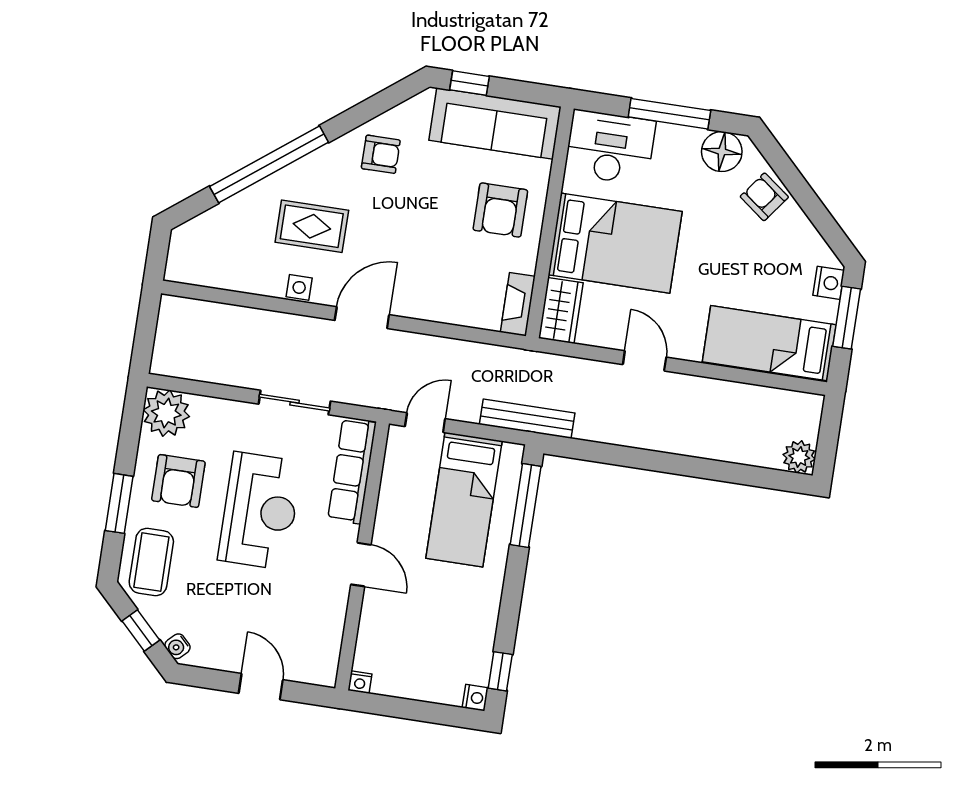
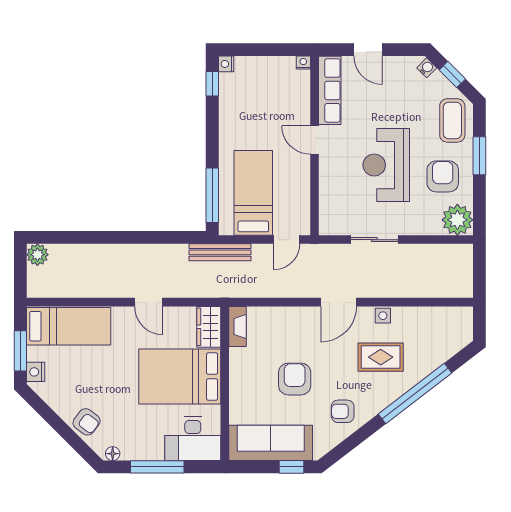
floor lamp: (722, 152) -> (113, 454), width x0.53, depth x0.53
armchair: (500, 210) -> (295, 379), moved
row of seats: (352, 471) -> (330, 90), moved

